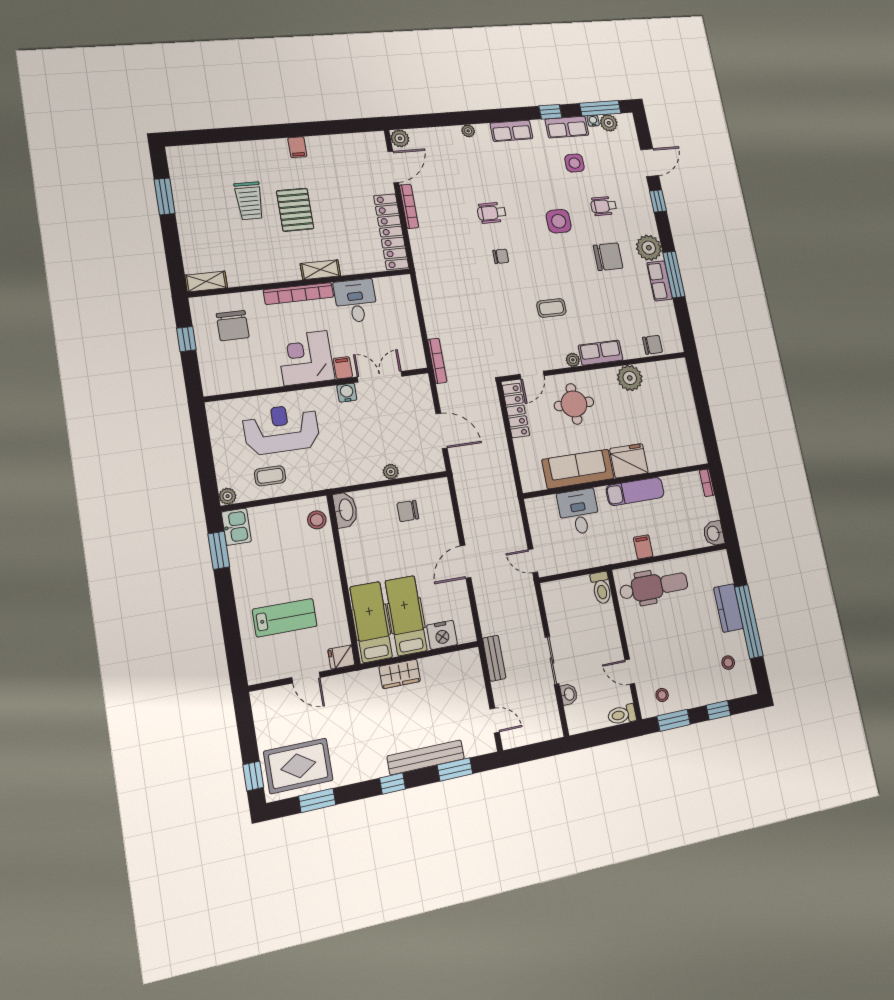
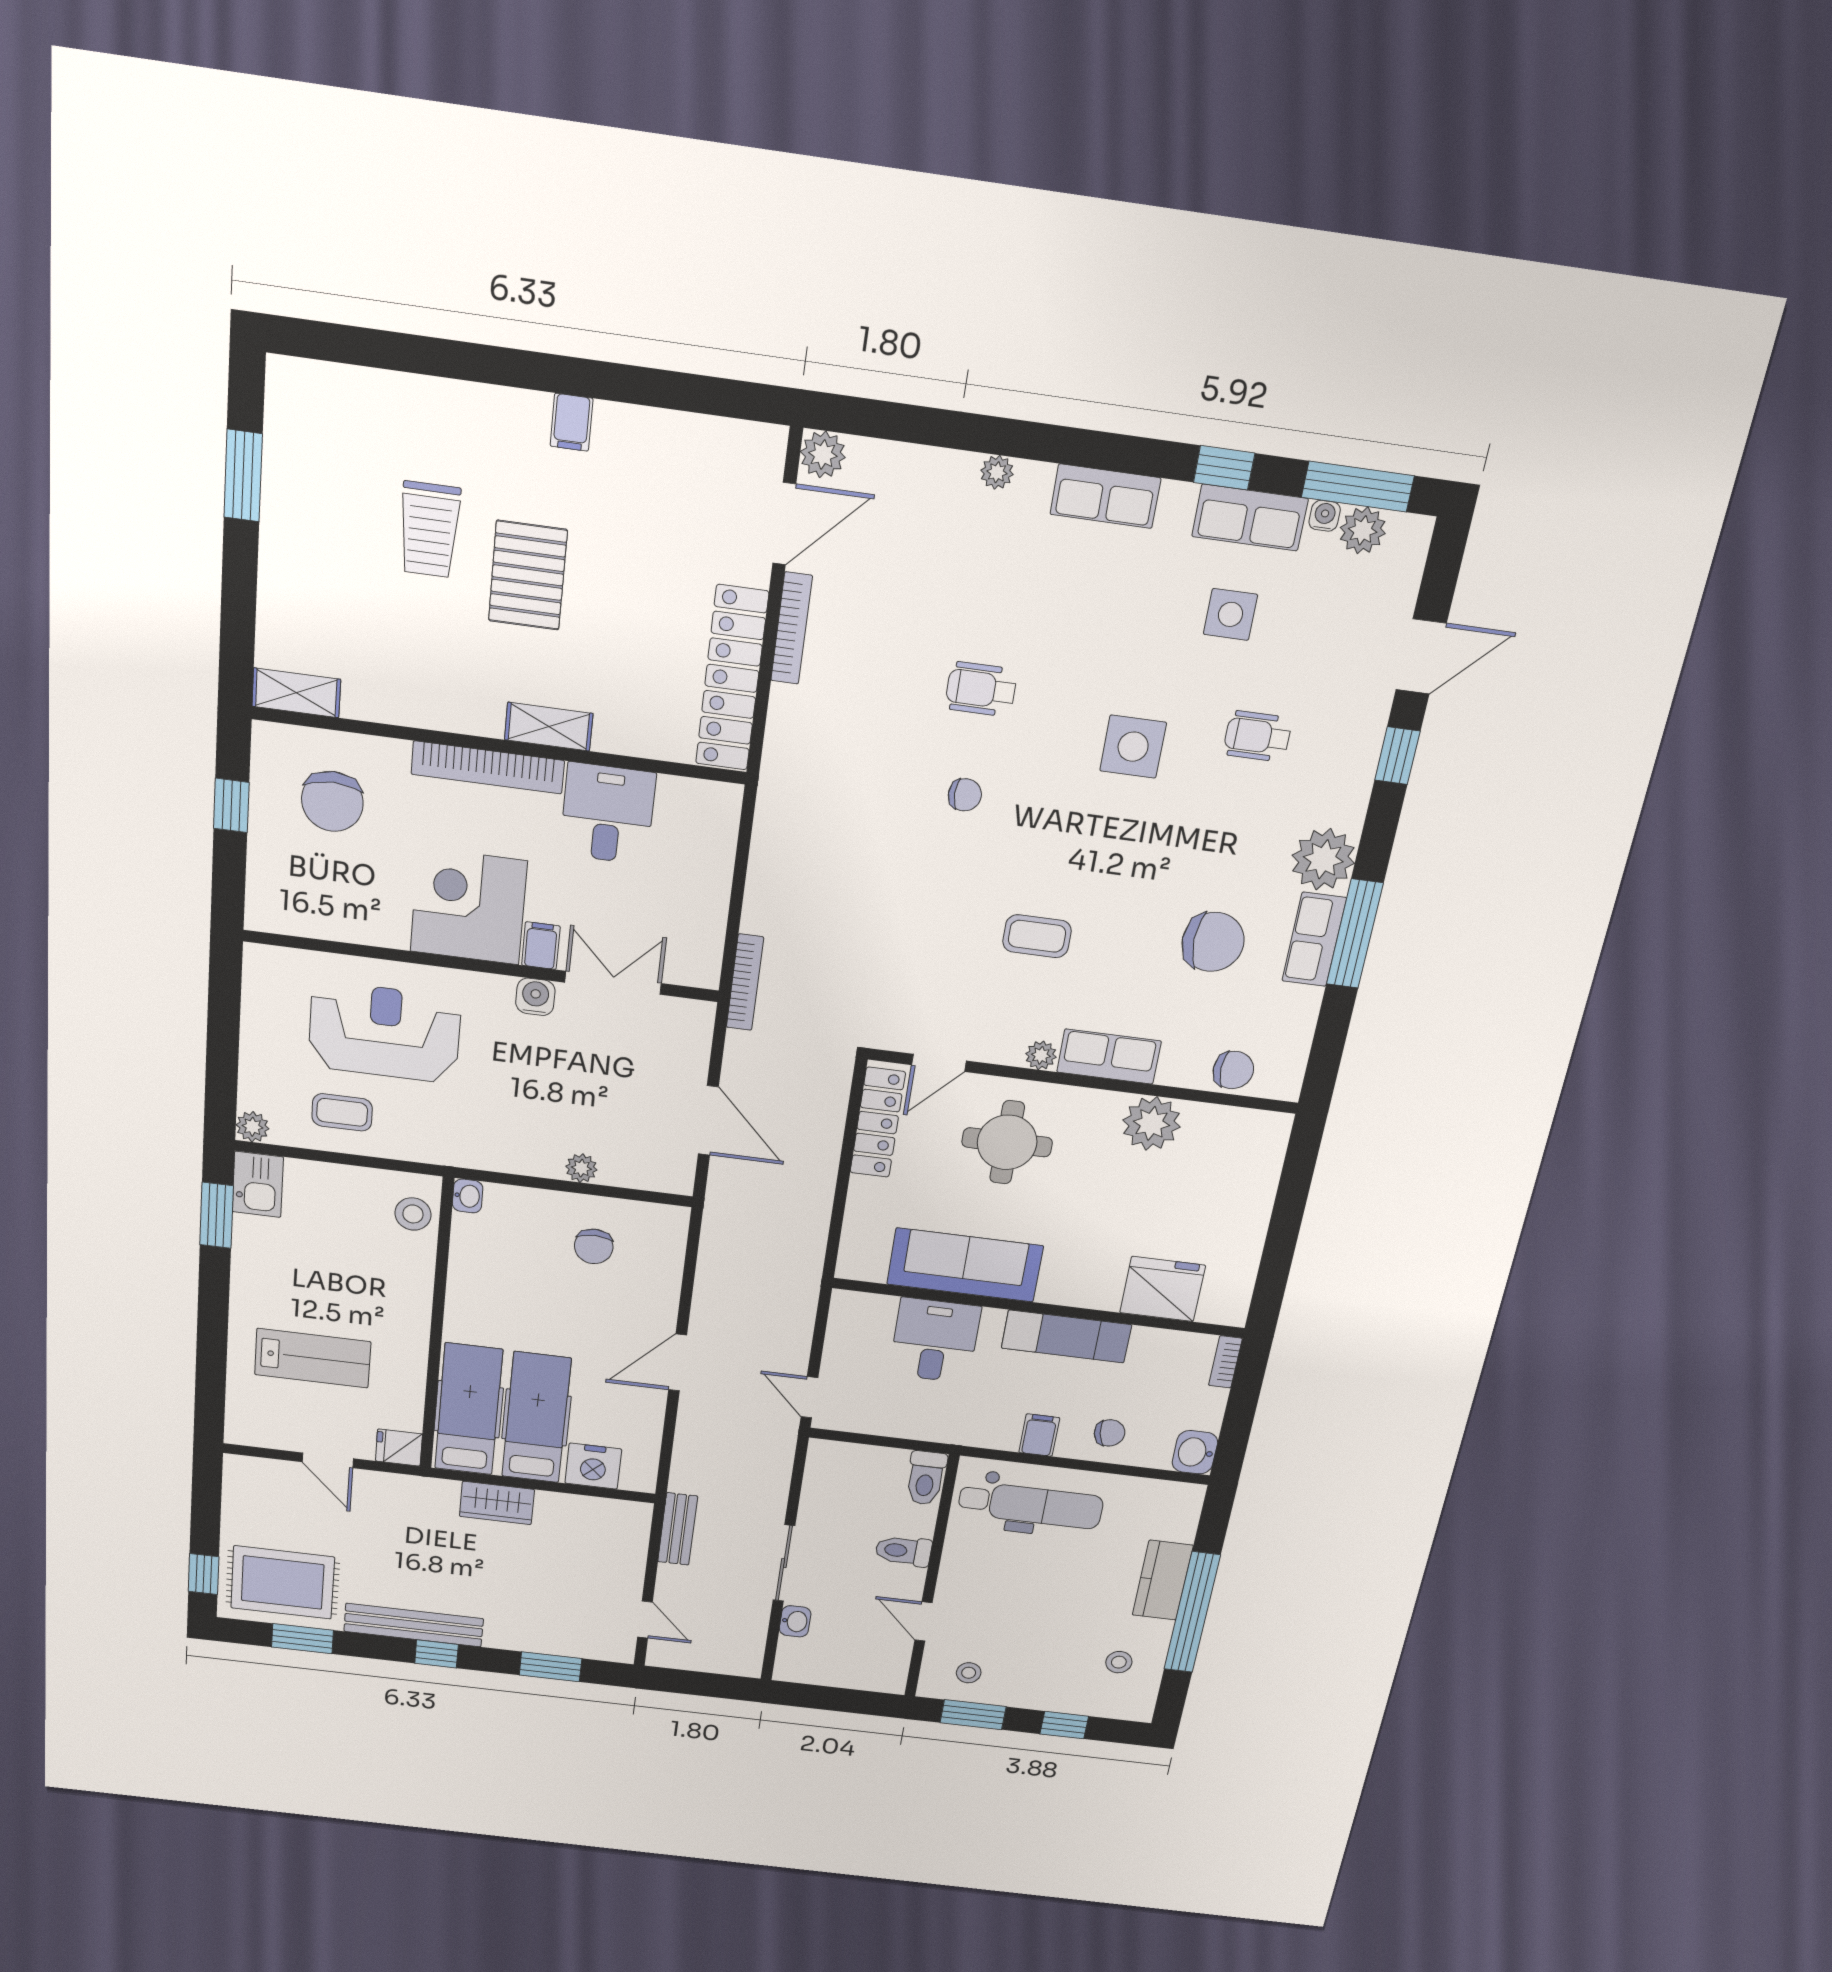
chair: (608, 257) -> (1213, 942), moved
fridge: (629, 461) -> (1163, 1289), moved
washbasin: (345, 510) -> (468, 1196), width x0.52, depth x0.69
chair: (408, 511) -> (594, 1246), turned -90
chair: (673, 536) -> (1110, 1433), added
toilet: (622, 715) -> (903, 1551), moved
bench: (426, 757) -> (414, 1625), moved

